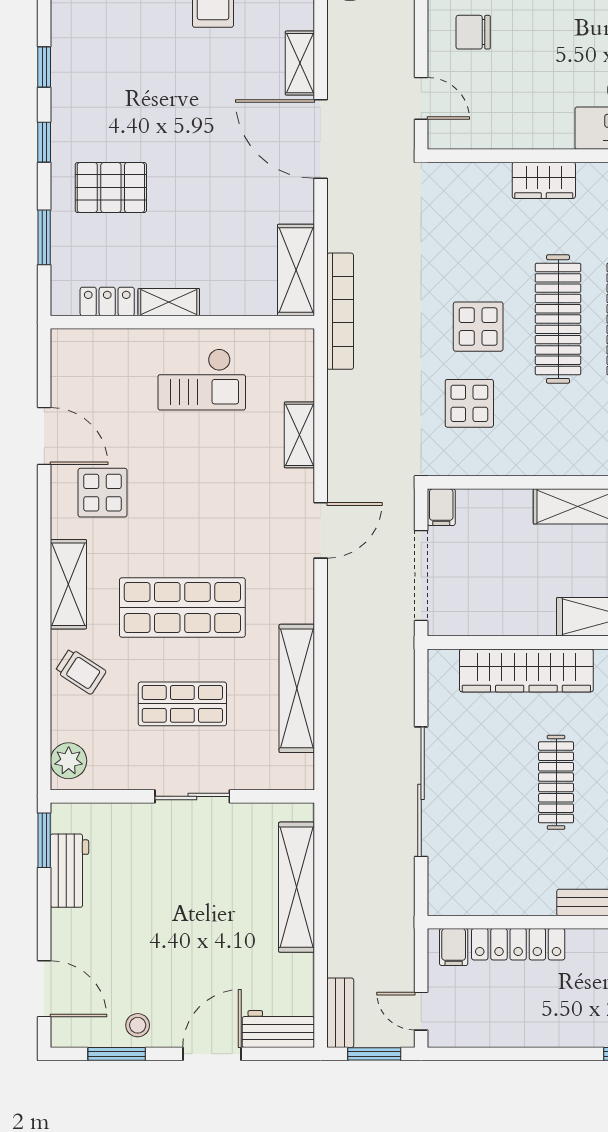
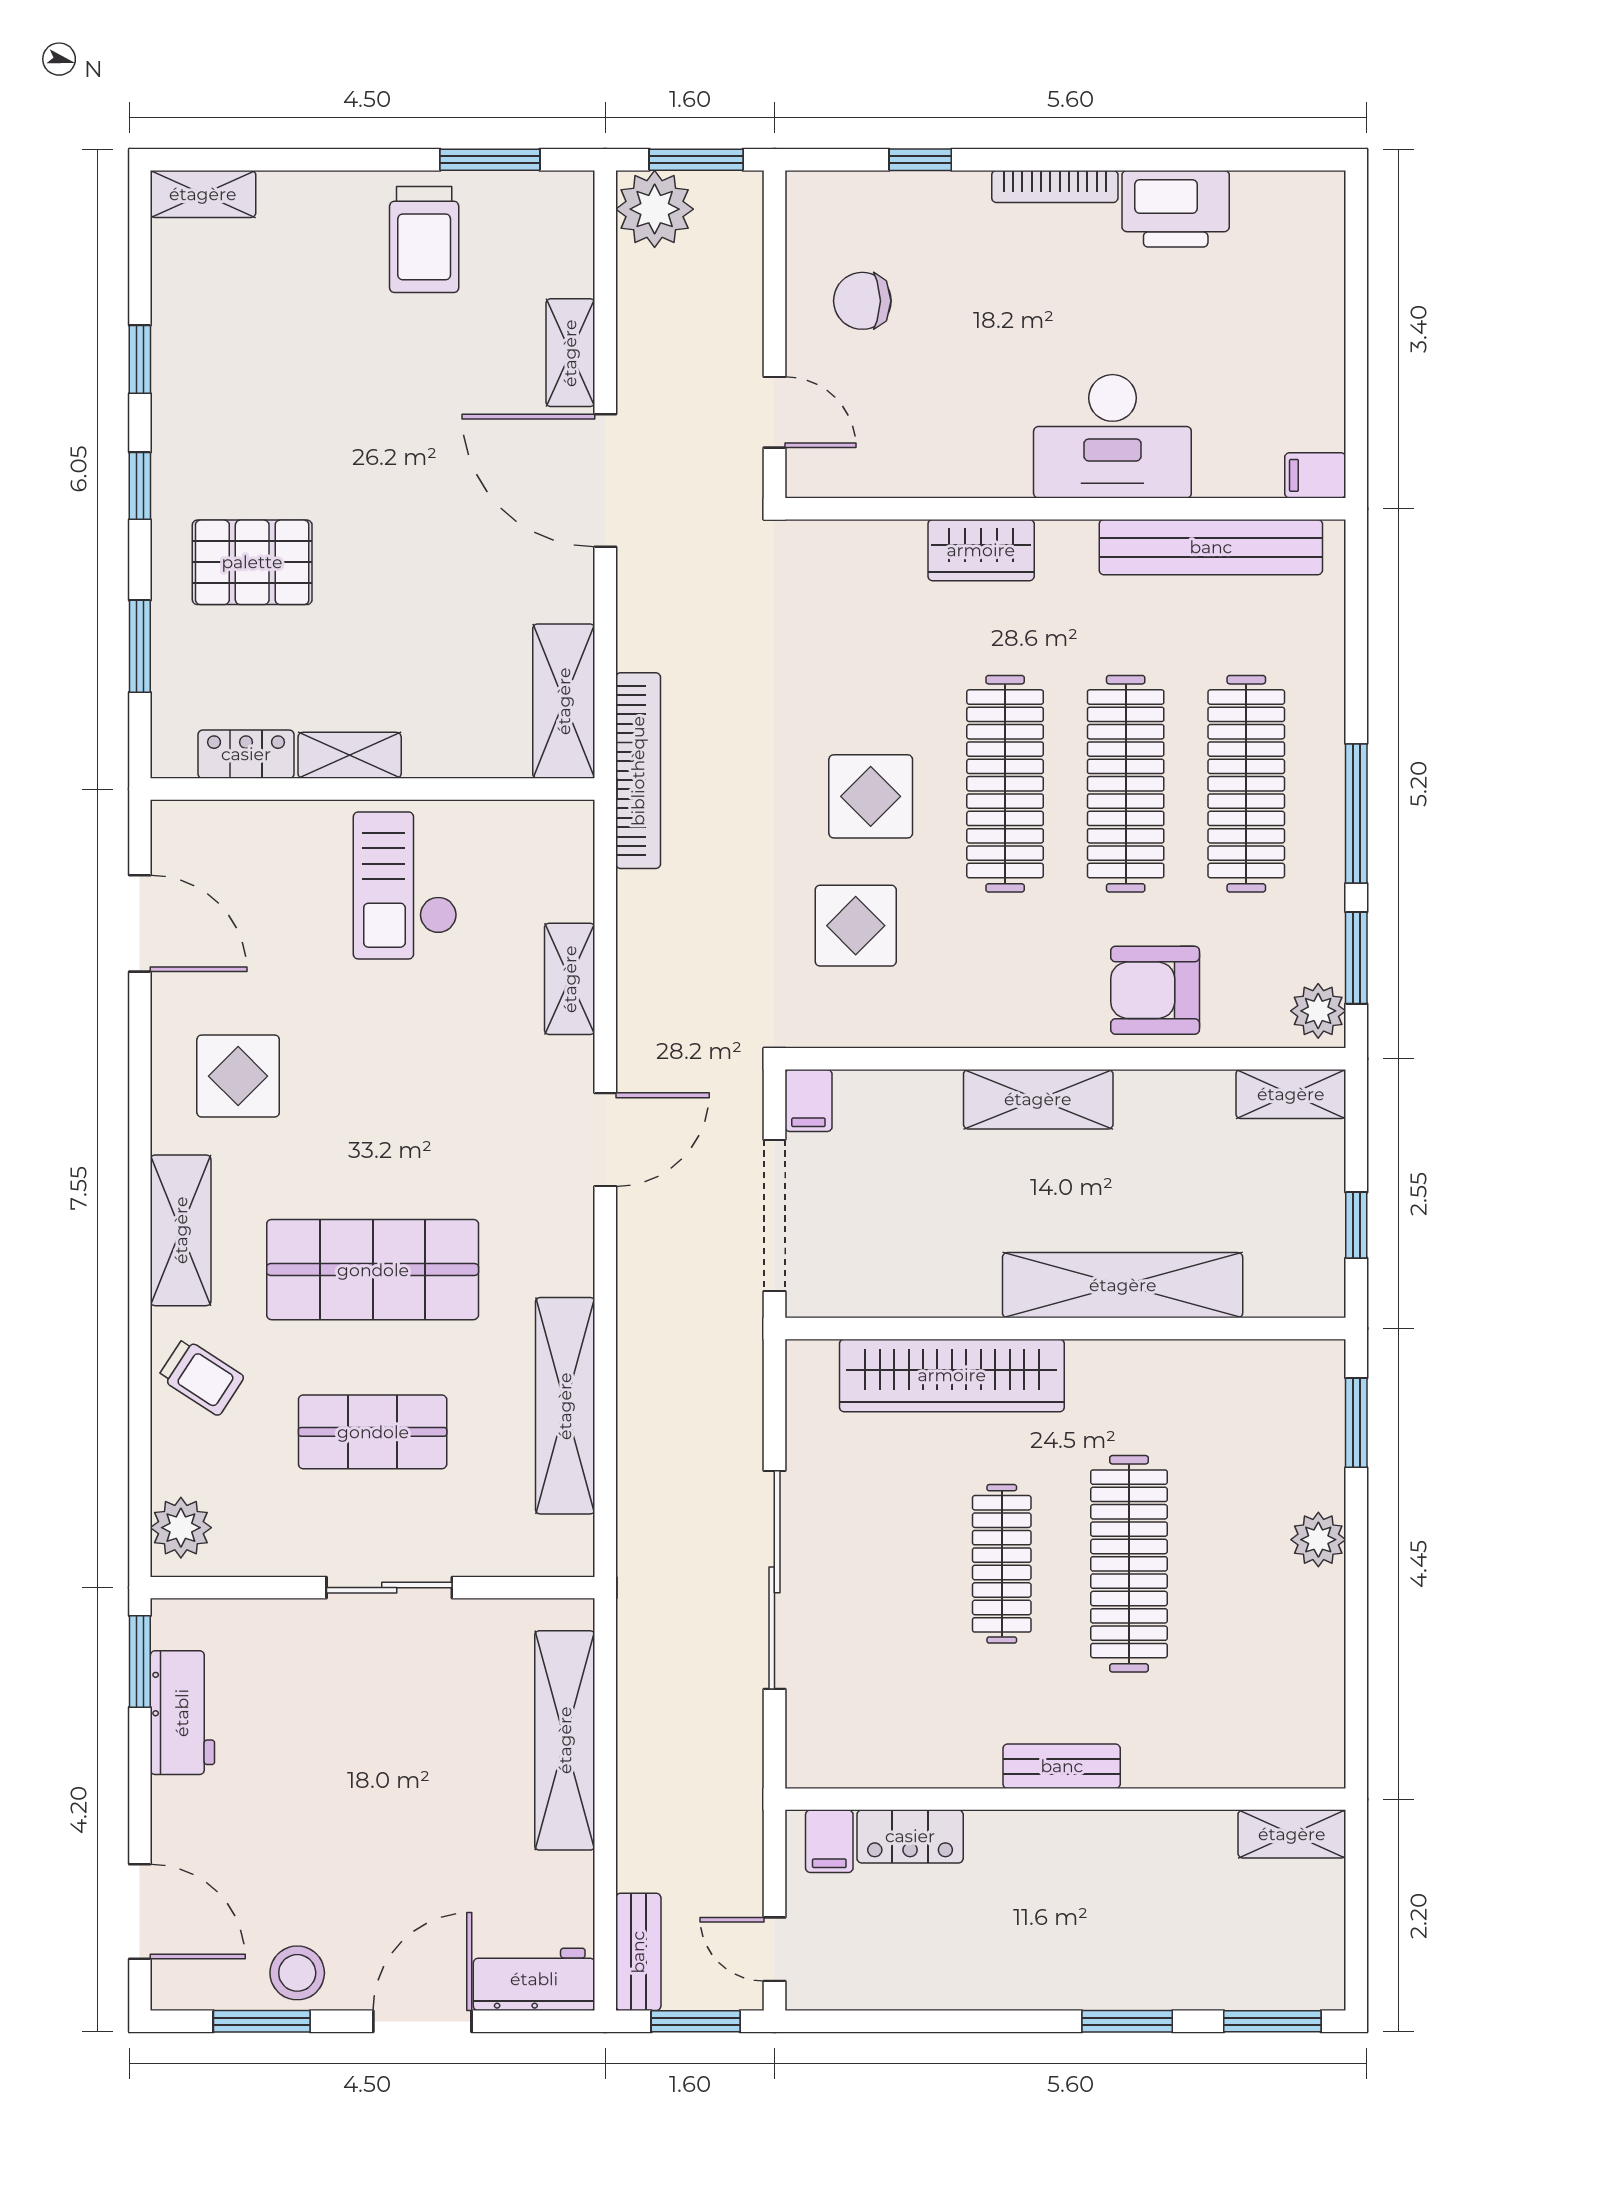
checkout: (202, 379) -> (405, 885), turned 90
door: (44, 436) -> (140, 923), moved
locker: (518, 944) -> (910, 1836), width x0.66
stool: (138, 1025) -> (297, 1973), width x1.37, depth x1.37

